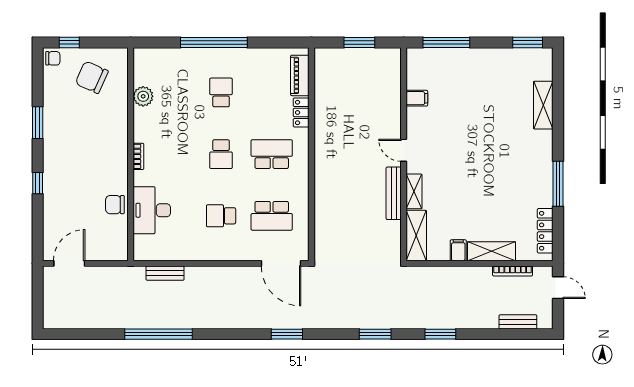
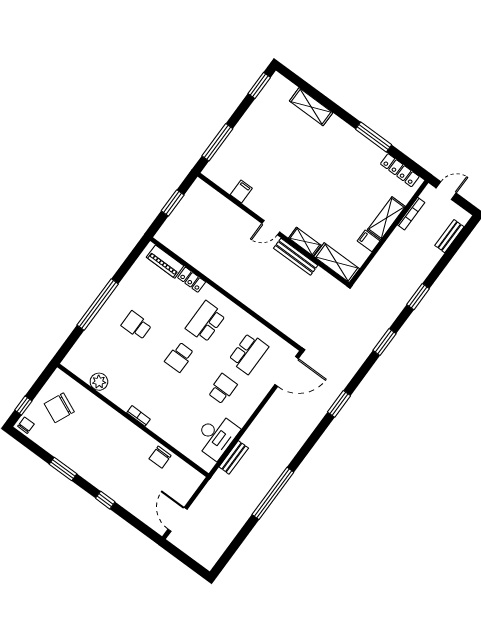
school desk: (221, 154) -> (179, 357), turned 90
desk: (152, 210) -> (216, 436), moved, turned -90
school desk: (221, 216) -> (222, 389), turned 180

